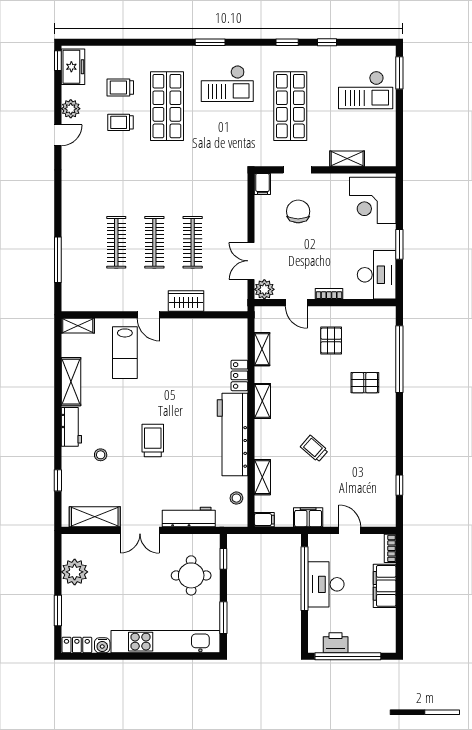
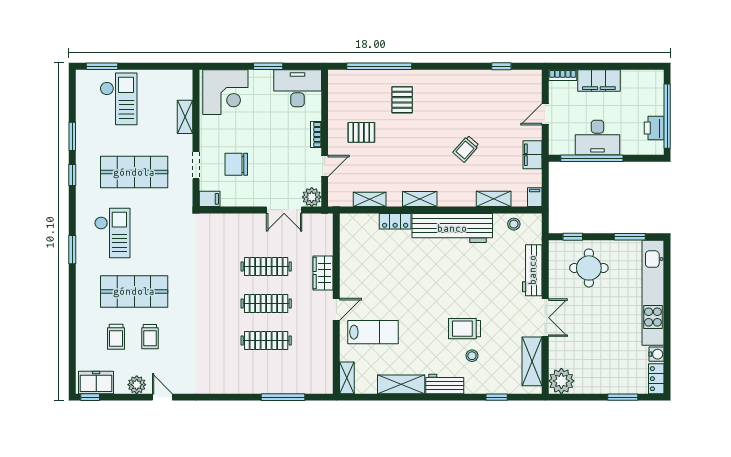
window: (327, 42) -> (72, 136), width x1.50
trolley: (153, 440) -> (465, 329), moved
plant: (75, 572) -> (561, 381), moved

